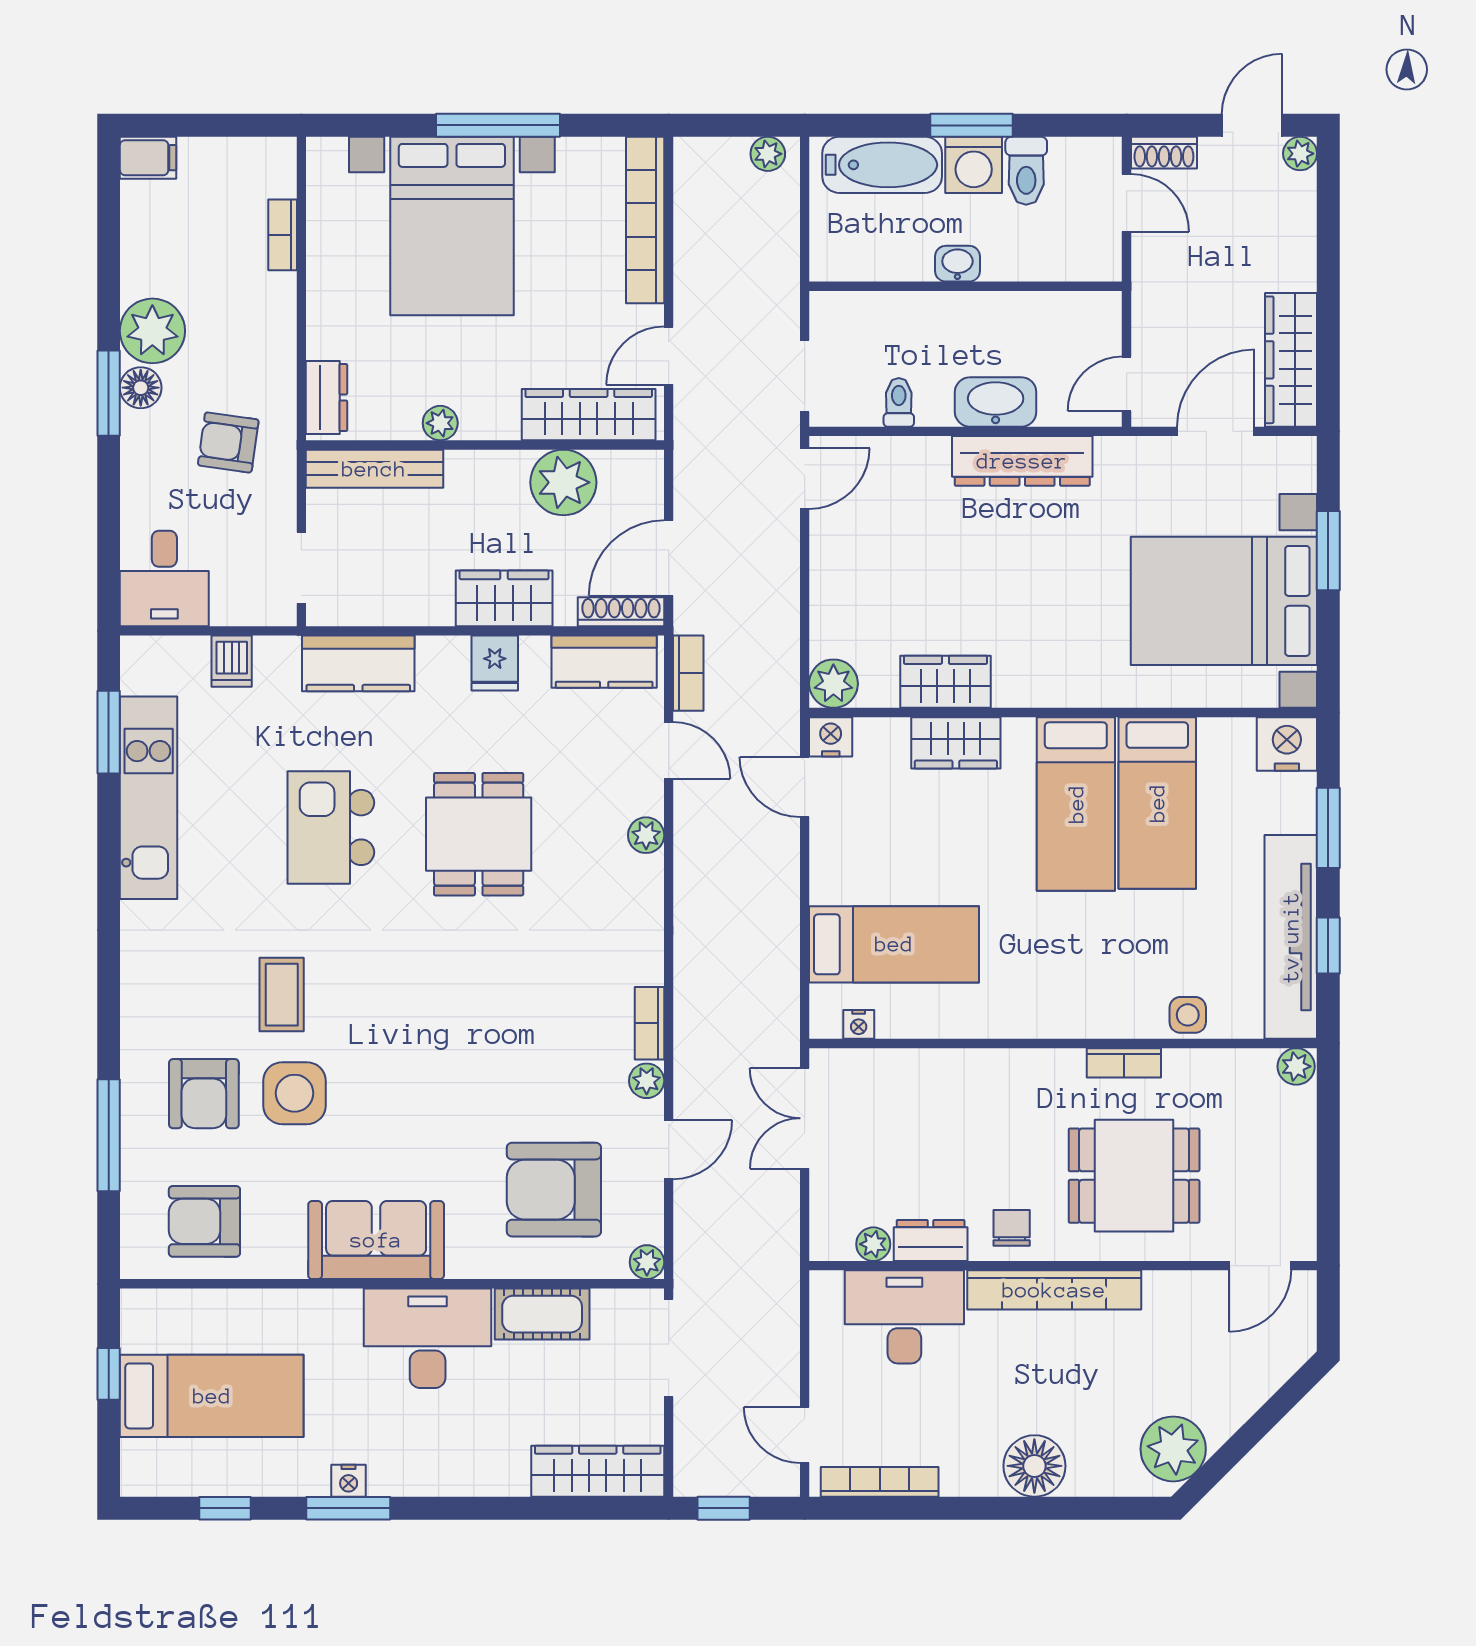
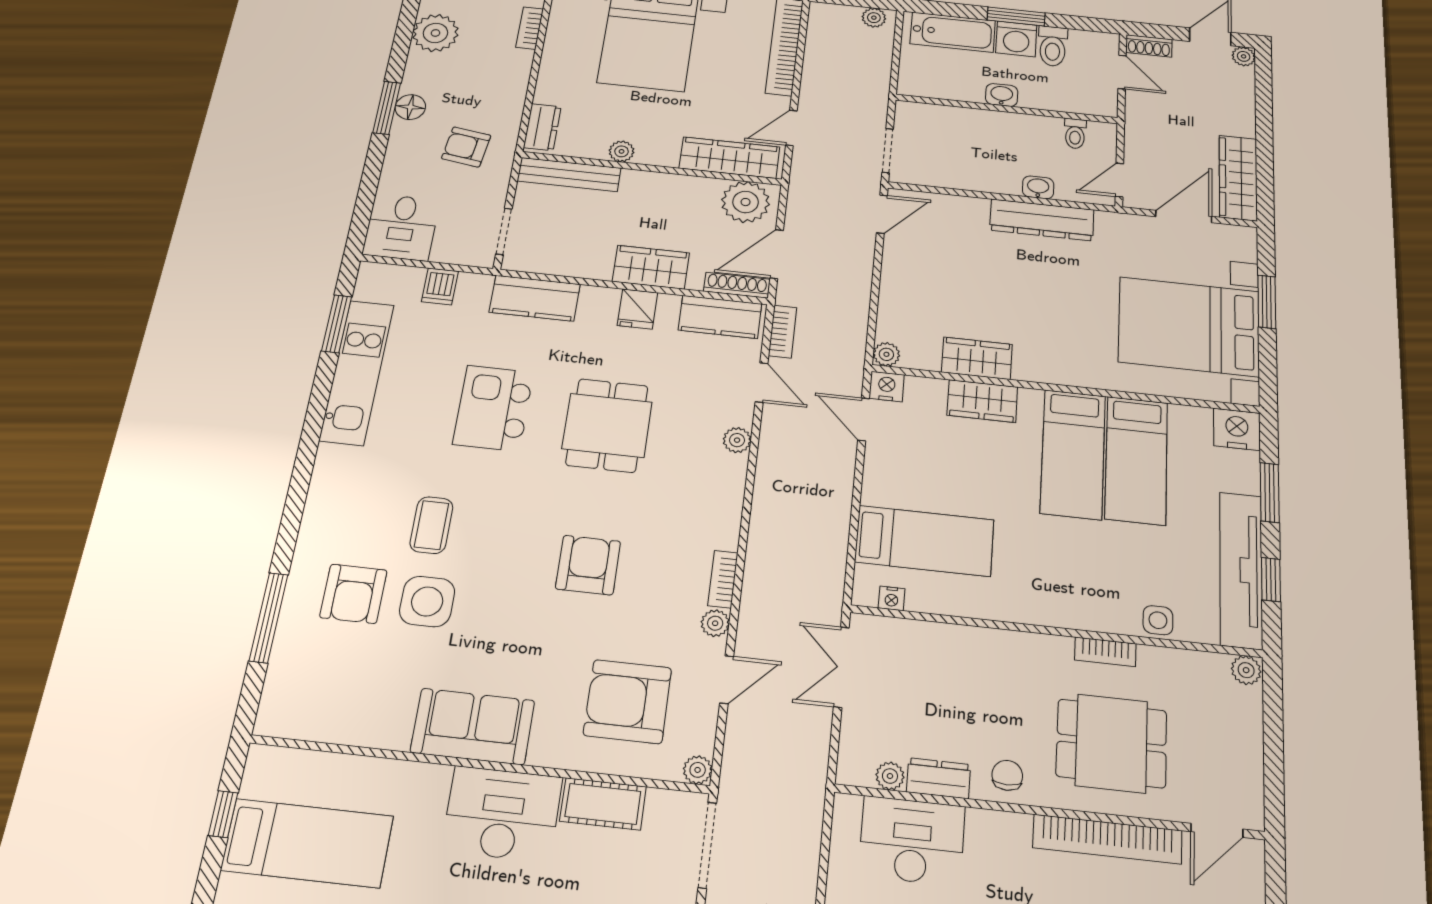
plant: (152, 331) -> (435, 33), moved
toilet: (899, 402) -> (1075, 134), moved, turned 180
washbasin: (996, 402) -> (1038, 187), width x0.52, depth x0.69
plant: (563, 482) -> (746, 202), moved
plant: (833, 684) -> (886, 354), width x0.73, depth x0.73
armchair: (204, 1221) -> (588, 565), moved, turned 90
bookcase: (1054, 1290) -> (1107, 839), moved

